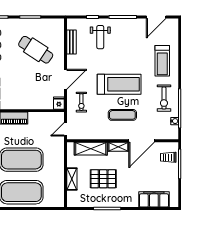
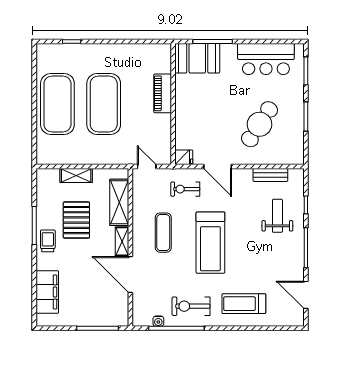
weight bench: (100, 37) -> (277, 216), turned 90
exercise mat: (122, 115) -> (163, 233), moved
trolley: (168, 157) -> (48, 241), moved

